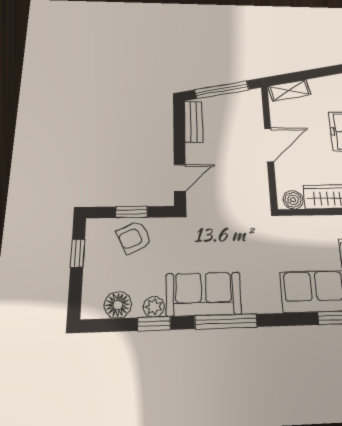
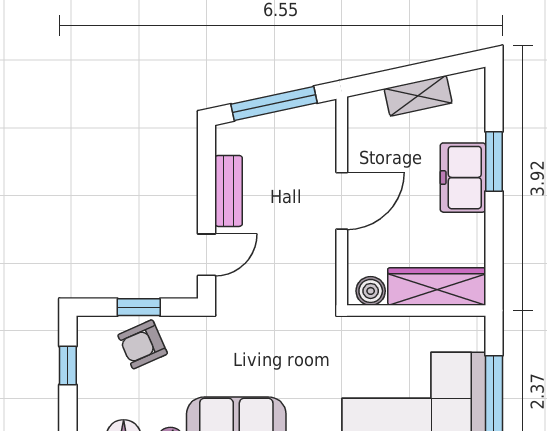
shelving: (289, 90) -> (418, 96), moved
bench: (194, 122) -> (229, 191), moved

